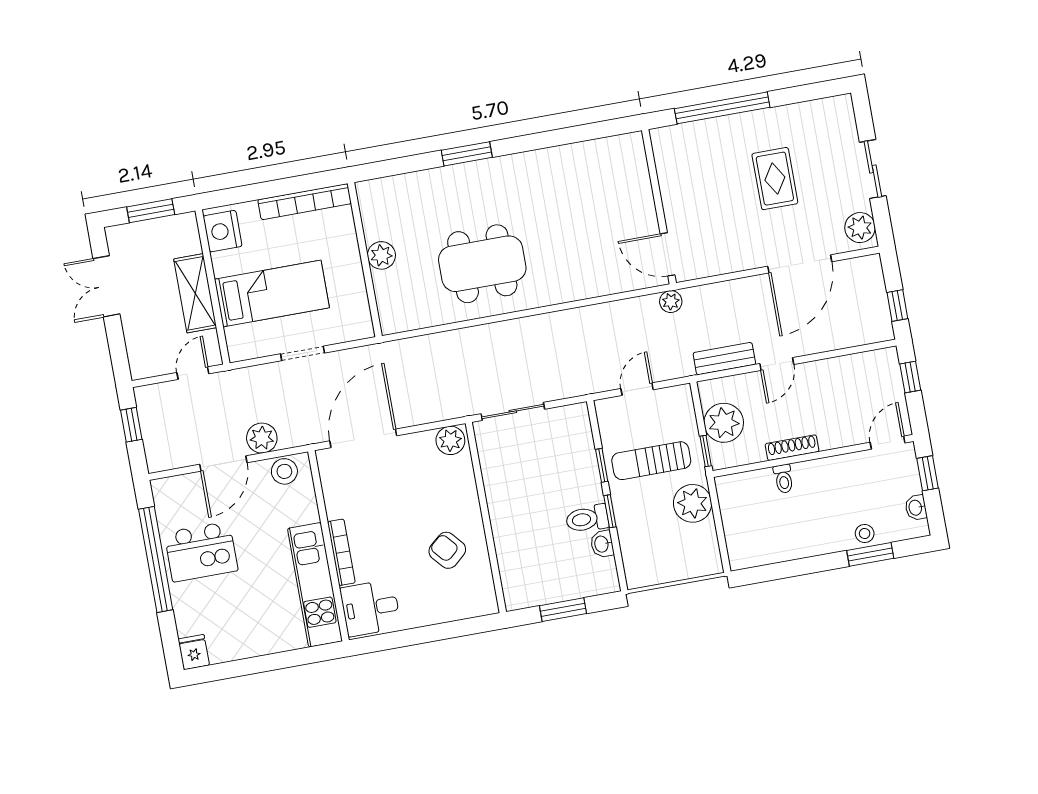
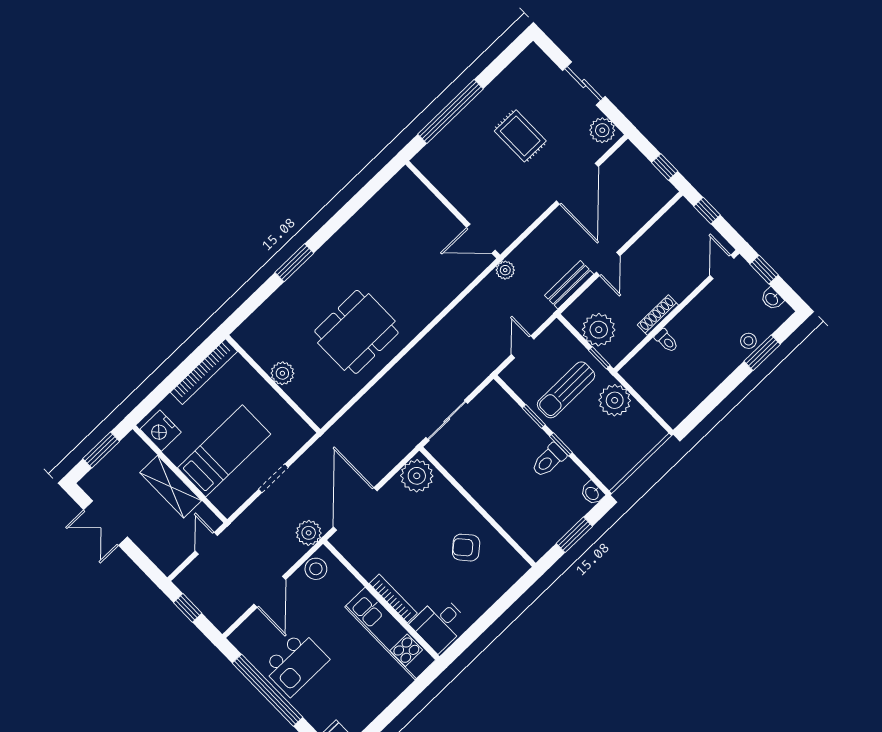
plant: (262, 438) -> (309, 533), moved
plant: (450, 440) -> (417, 476), width x1.36, depth x1.36
washbasin: (602, 544) -> (592, 493), moved

